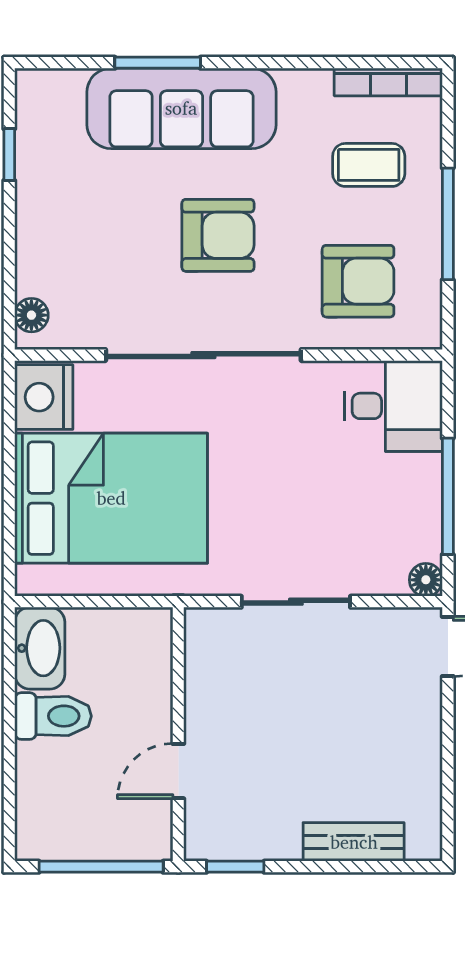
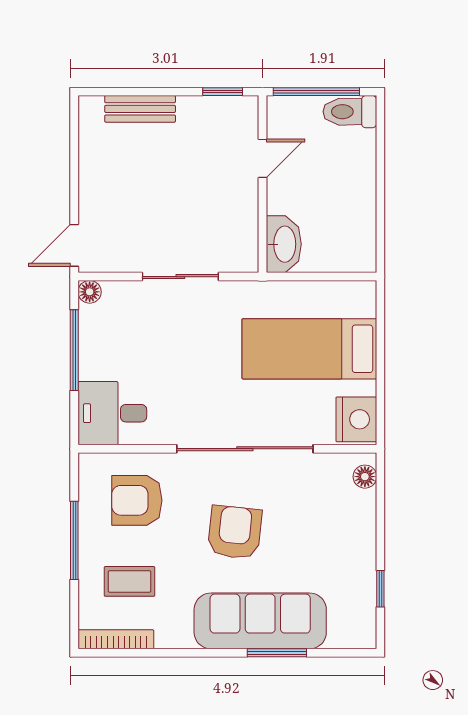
armchair: (218, 235) -> (235, 532), turned 96
bed: (111, 498) -> (309, 349), width x0.67
washbasin: (40, 648) -> (284, 244), moved, turned 180
toilet: (53, 716) -> (350, 112), moved

